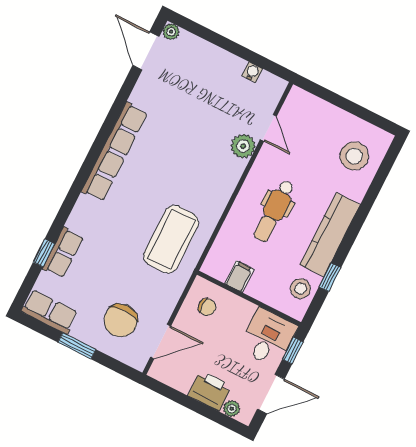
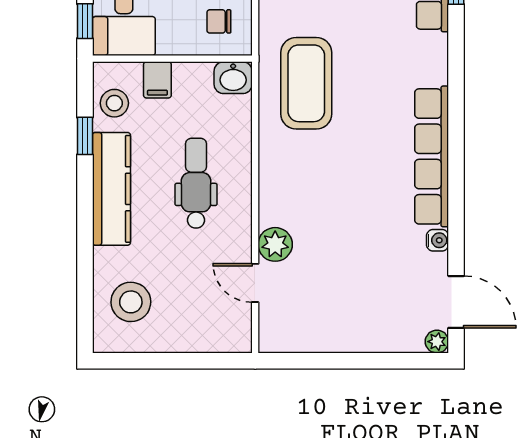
water cooler: (252, 72) -> (437, 240), moved, turned -90
washbasin: (216, 266) -> (233, 78), added
filing cabinet: (239, 276) -> (157, 80), moved

